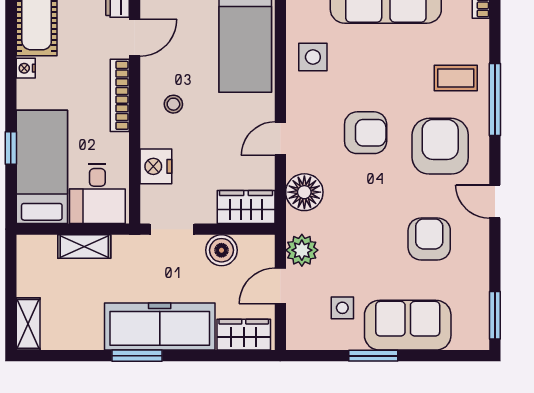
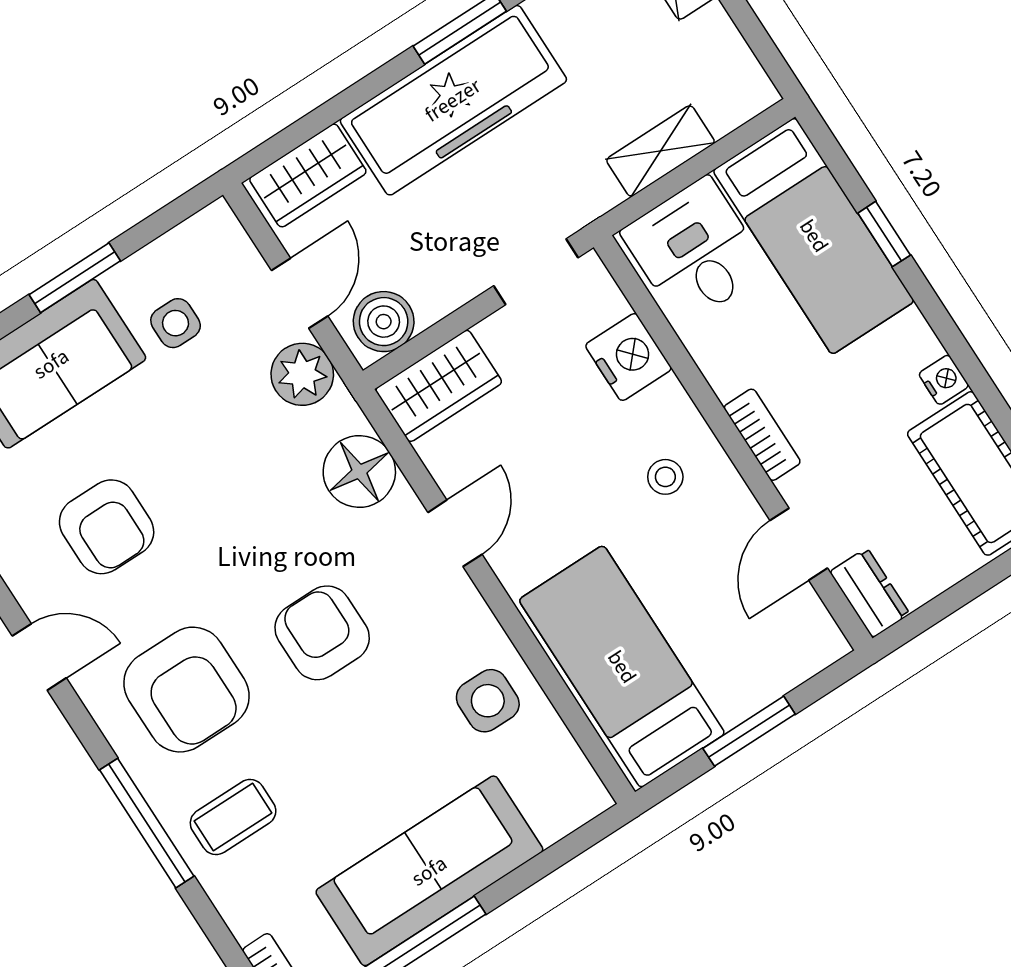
bookcase: (120, 95) -> (762, 435), width x0.64
armchair: (366, 133) -> (322, 633), turned 90
boiler: (221, 250) -> (384, 322), moved

